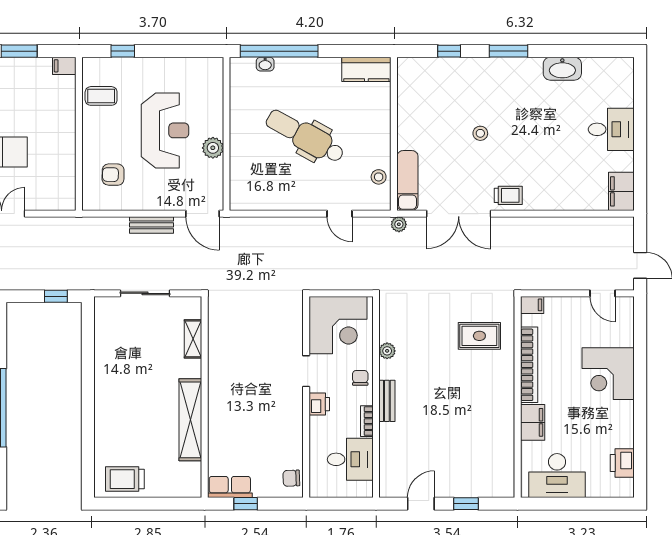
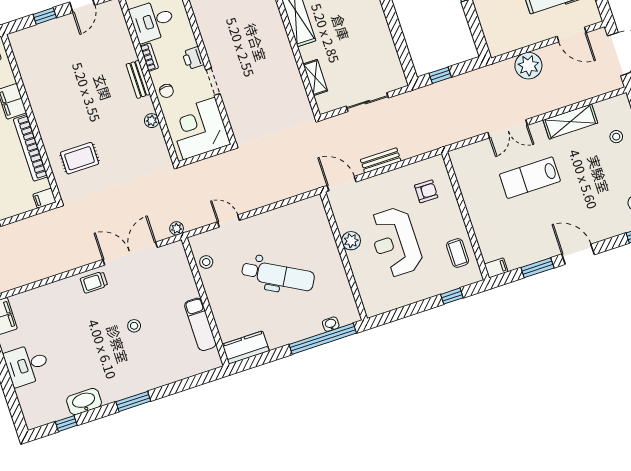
window: (449, 51) -> (66, 424), moved
coffee table: (101, 96) -> (458, 253), turned 90
exam couch: (407, 180) -> (200, 324), moved

